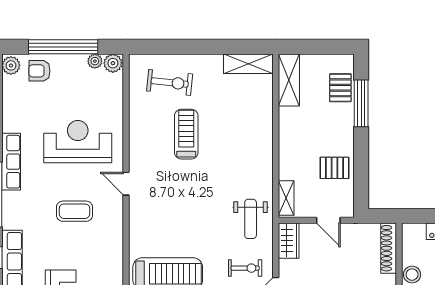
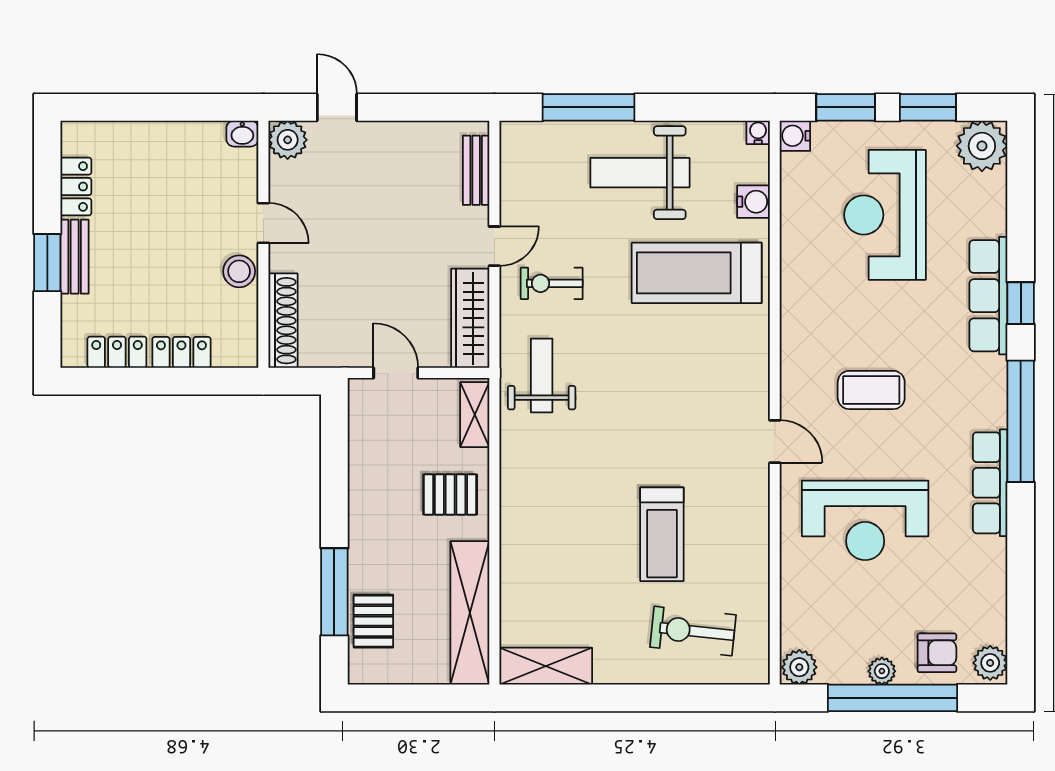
plant: (95, 61) -> (882, 671), moved
shelving: (289, 80) -> (470, 613), width x1.47
pallet: (334, 168) -> (450, 494), moved
wardrobe: (289, 241) -> (470, 318), width x1.50

